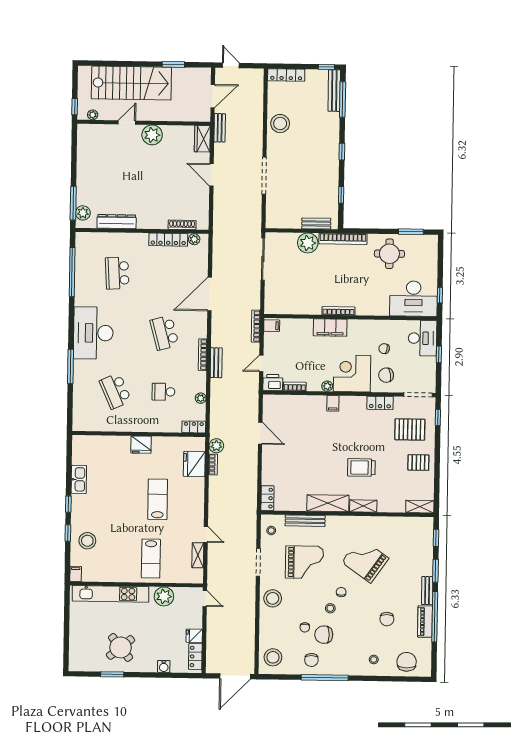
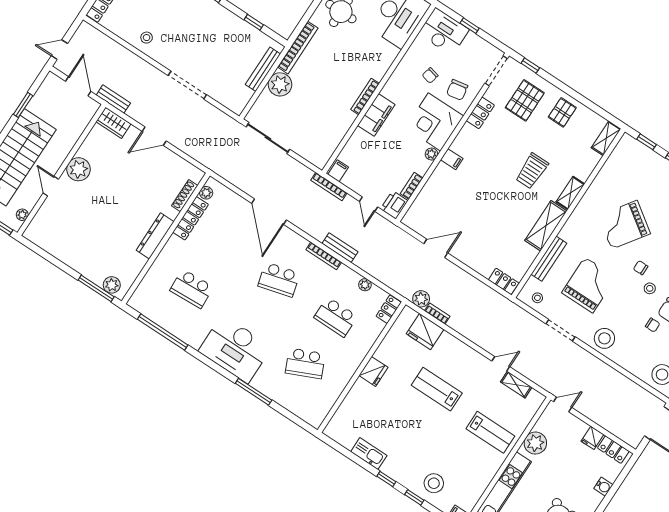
stool: (280, 124) -> (147, 38), width x0.53, depth x0.53
dresser: (117, 222) -> (155, 236), moved
bench: (316, 223) -> (263, 69), width x1.36
school desk: (164, 392) -> (336, 317), width x1.85

